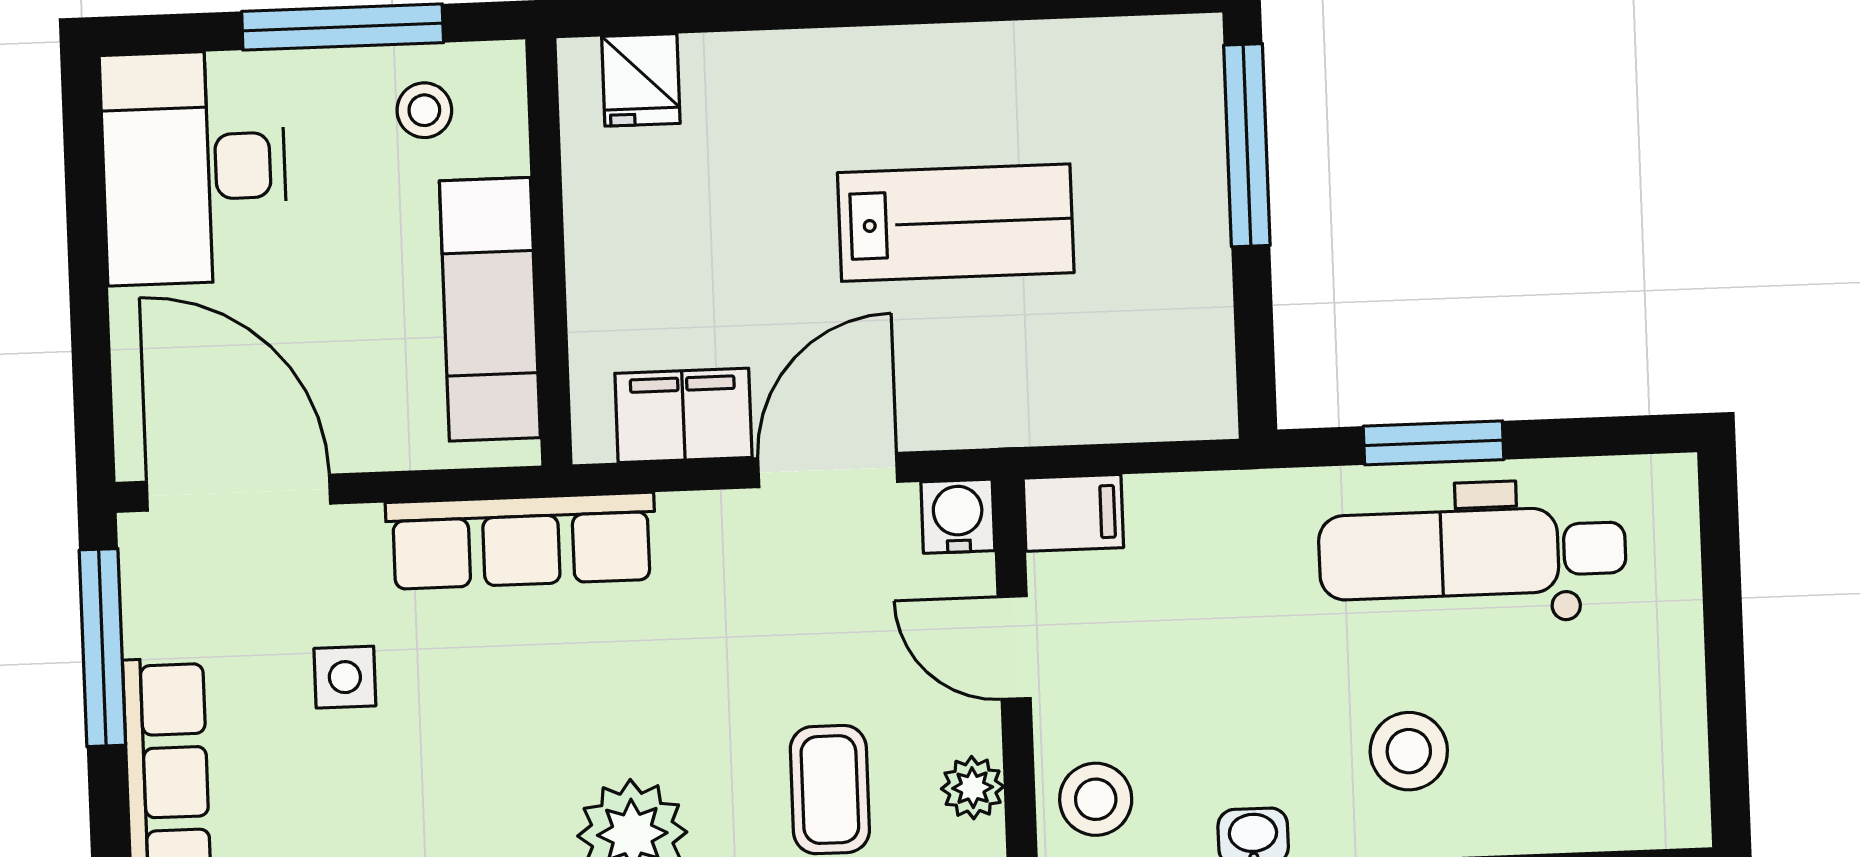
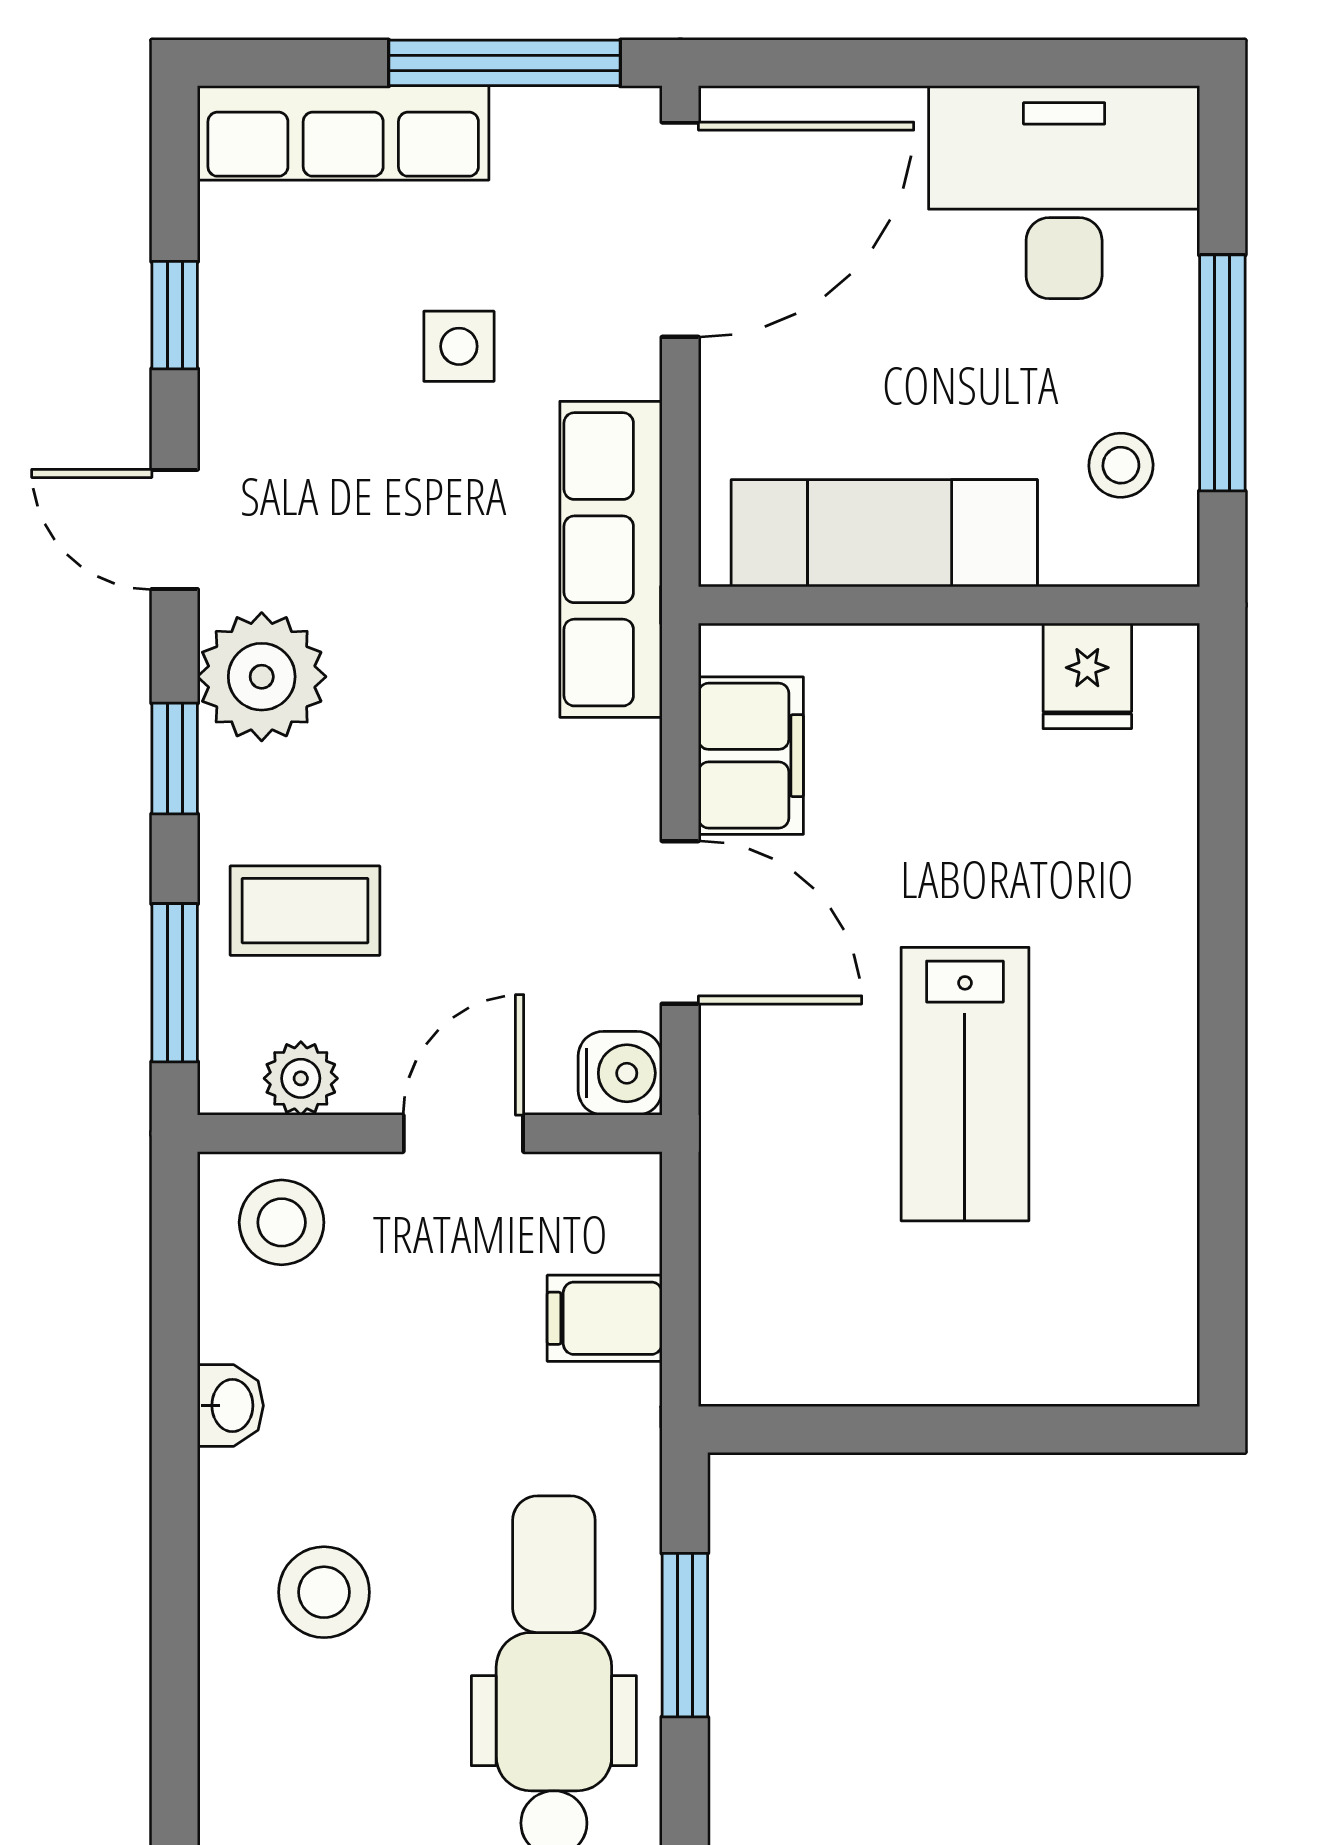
fridge: (641, 80) -> (1087, 676), moved, turned -90
window: (1247, 145) -> (1043, 1429), removed
filing cabinet: (1073, 513) -> (605, 1318), moved, turned 90

